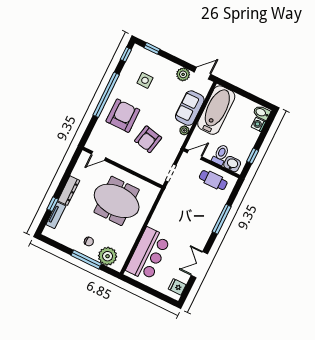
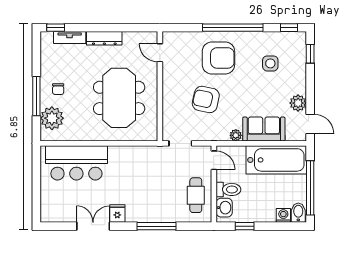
window: (248, 96) -> (310, 188), added
window: (53, 204) -> (56, 28), moved
fridge: (177, 287) -> (117, 214), moved

